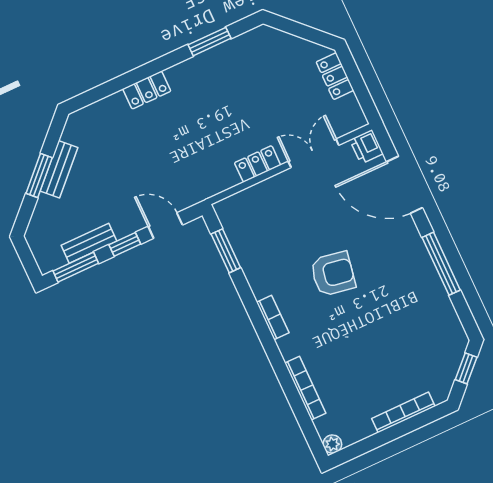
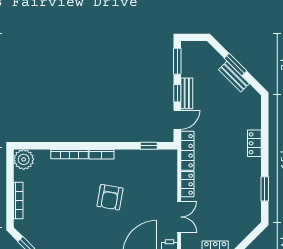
locker: (206, 188) -> (187, 151), added
bench: (89, 243) -> (187, 93), moved
window: (226, 251) -> (149, 146), width x0.67
bookcase: (305, 388) -> (69, 154), moved
plant: (332, 444) -> (24, 159), width x1.88, depth x1.88

